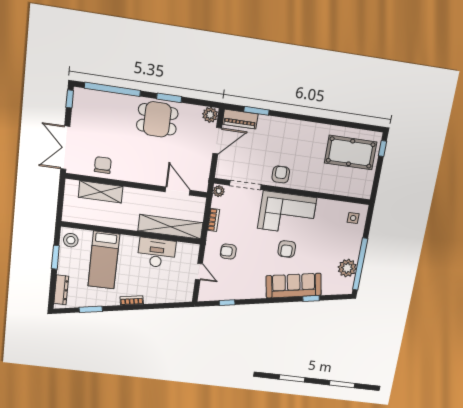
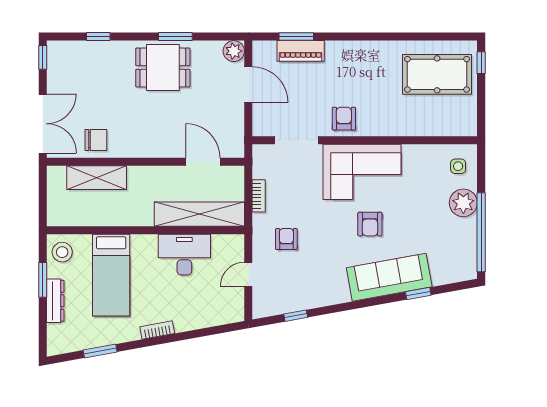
window: (112, 89) -> (98, 37), width x0.32
piano: (240, 119) -> (301, 51), moved
door: (217, 141) -> (248, 85), hinge flipped
double door: (65, 148) -> (43, 124), swing flipped
chair: (103, 165) -> (96, 140), turned 90
plant: (219, 191) -> (260, 154), removed
armchair: (228, 251) -> (286, 239), turned 90
plant: (347, 268) -> (463, 203), moved
door: (199, 272) -> (248, 274), swing flipped
dresser: (61, 290) -> (55, 301), moved

